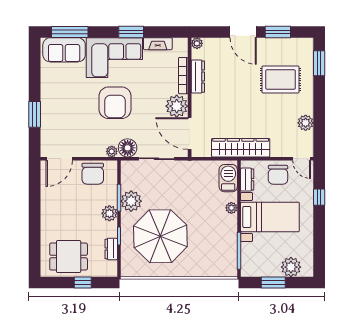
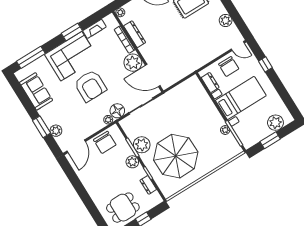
sofa: (64, 50) -> (36, 91), moved, turned -90
plant: (48, 128) -> (56, 131), added
wardrobe: (241, 148) -> (193, 64), removed
barbecue: (228, 178) -> (197, 89), removed
plant: (231, 208) -> (225, 130), moved

